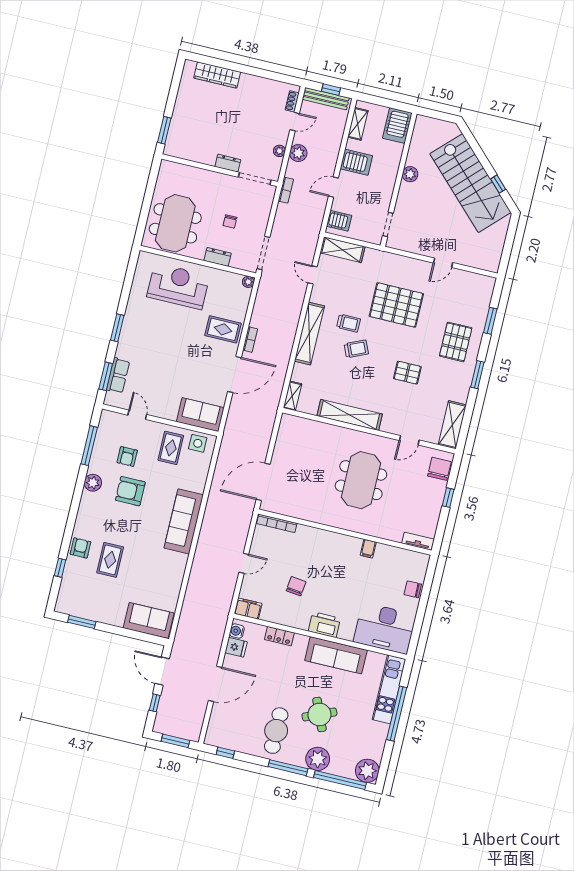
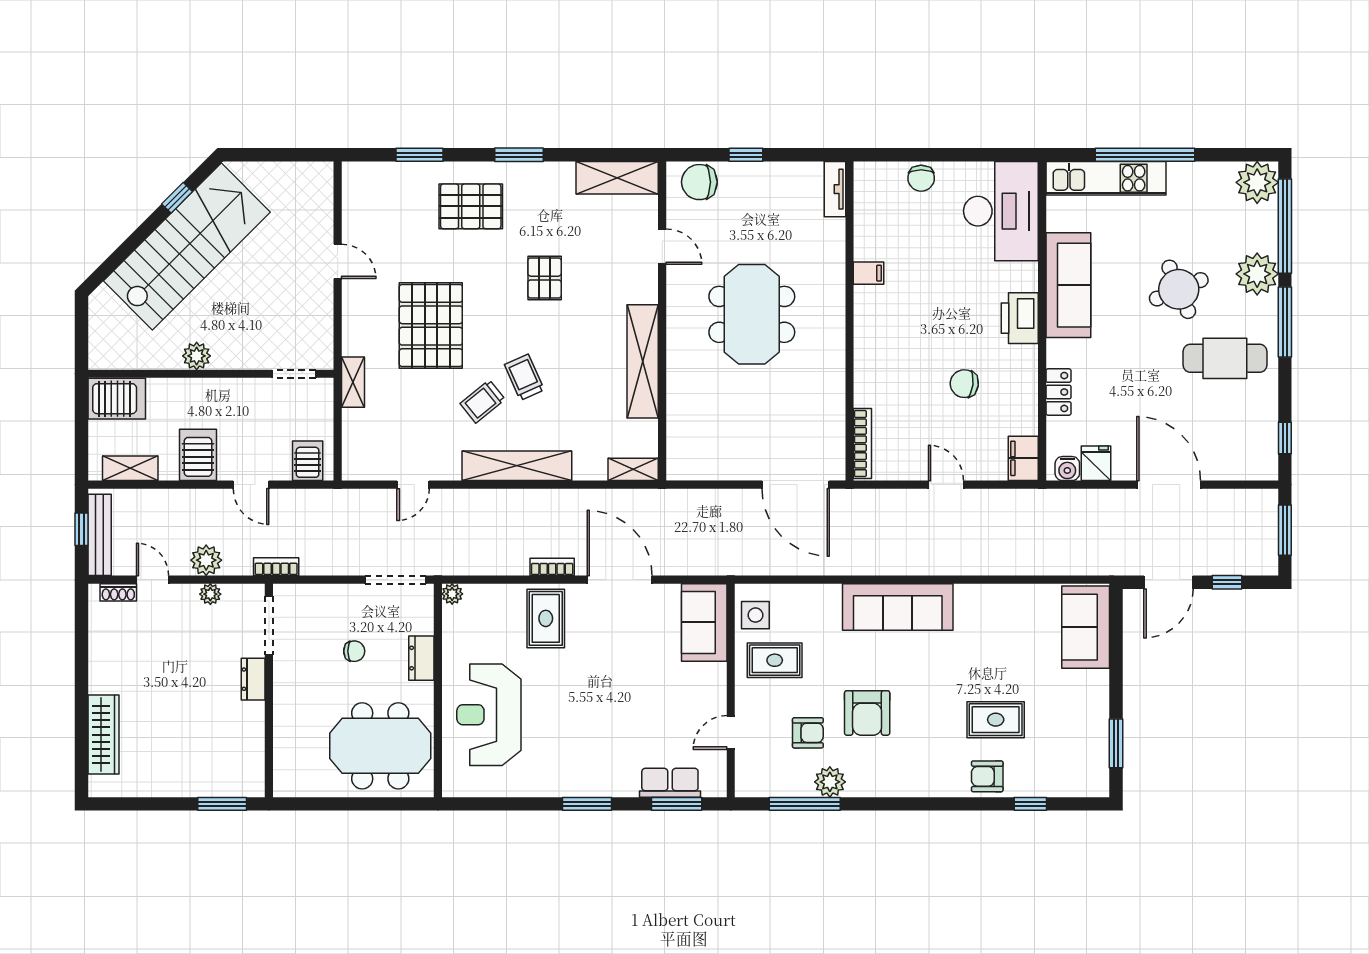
shelving: (342, 250) -> (353, 382), moved, width x0.67, depth x0.75
trolley: (349, 323) -> (483, 401), turned -129
meeting table: (361, 480) -> (752, 314), turned 90
plant: (93, 483) -> (830, 782), moved

